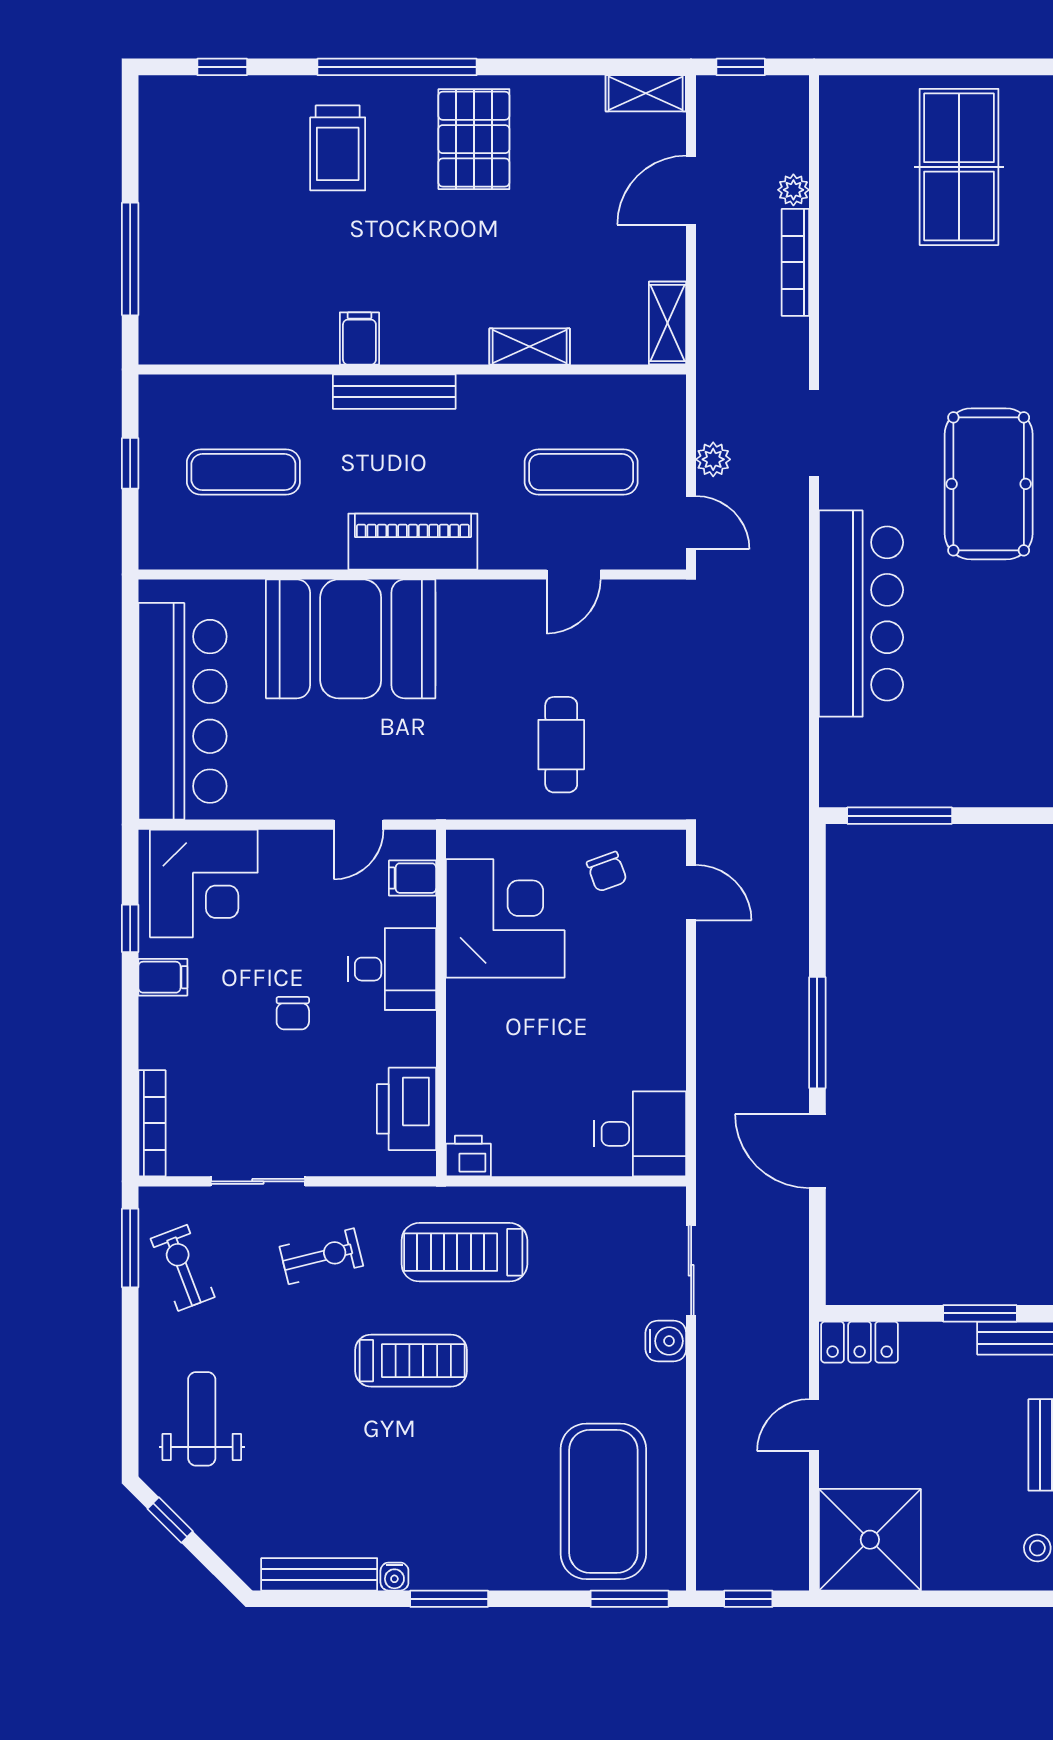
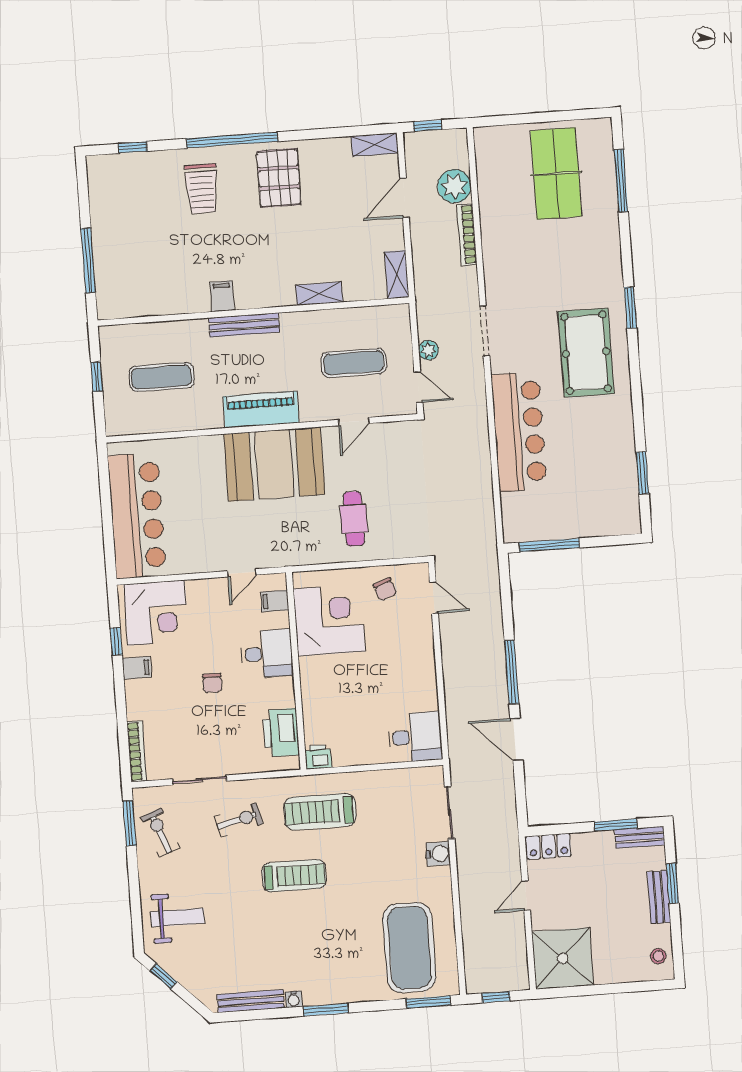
plant: (793, 190) -> (454, 186), width x1.88, depth x1.88
booth: (351, 639) -> (274, 464), moved
weight bench: (202, 1419) -> (177, 918), turned 90

